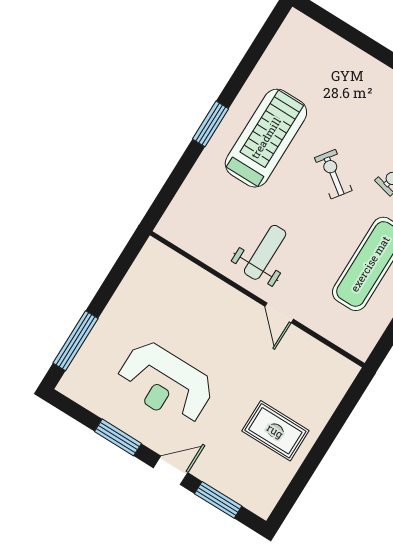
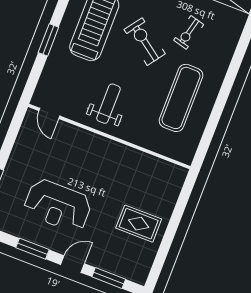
window: (211, 124) -> (48, 40), moved
exercise bike: (333, 174) -> (145, 42), width x1.38, depth x1.39
door: (279, 313) -> (49, 113), moved

